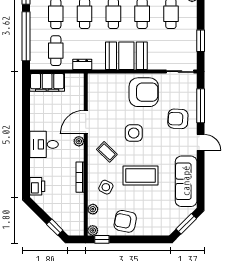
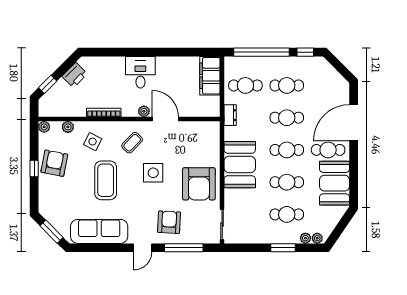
window: (201, 41) -> (283, 248), moved
printer: (37, 186) -> (75, 75), moved, turned -45
window: (102, 239) -> (34, 169), moved

